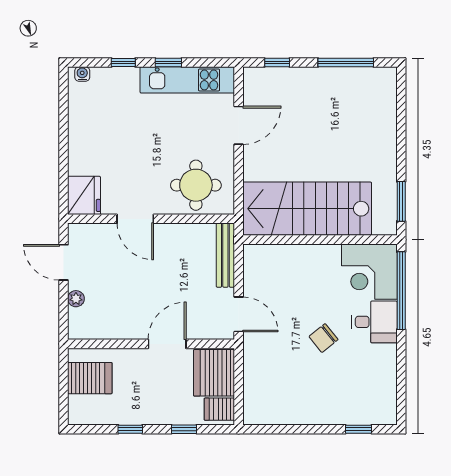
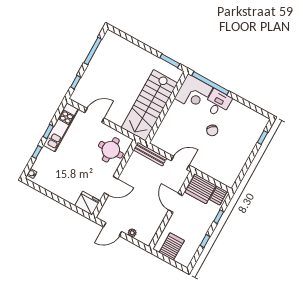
door: (239, 125) -> (94, 115), hinge flipped

